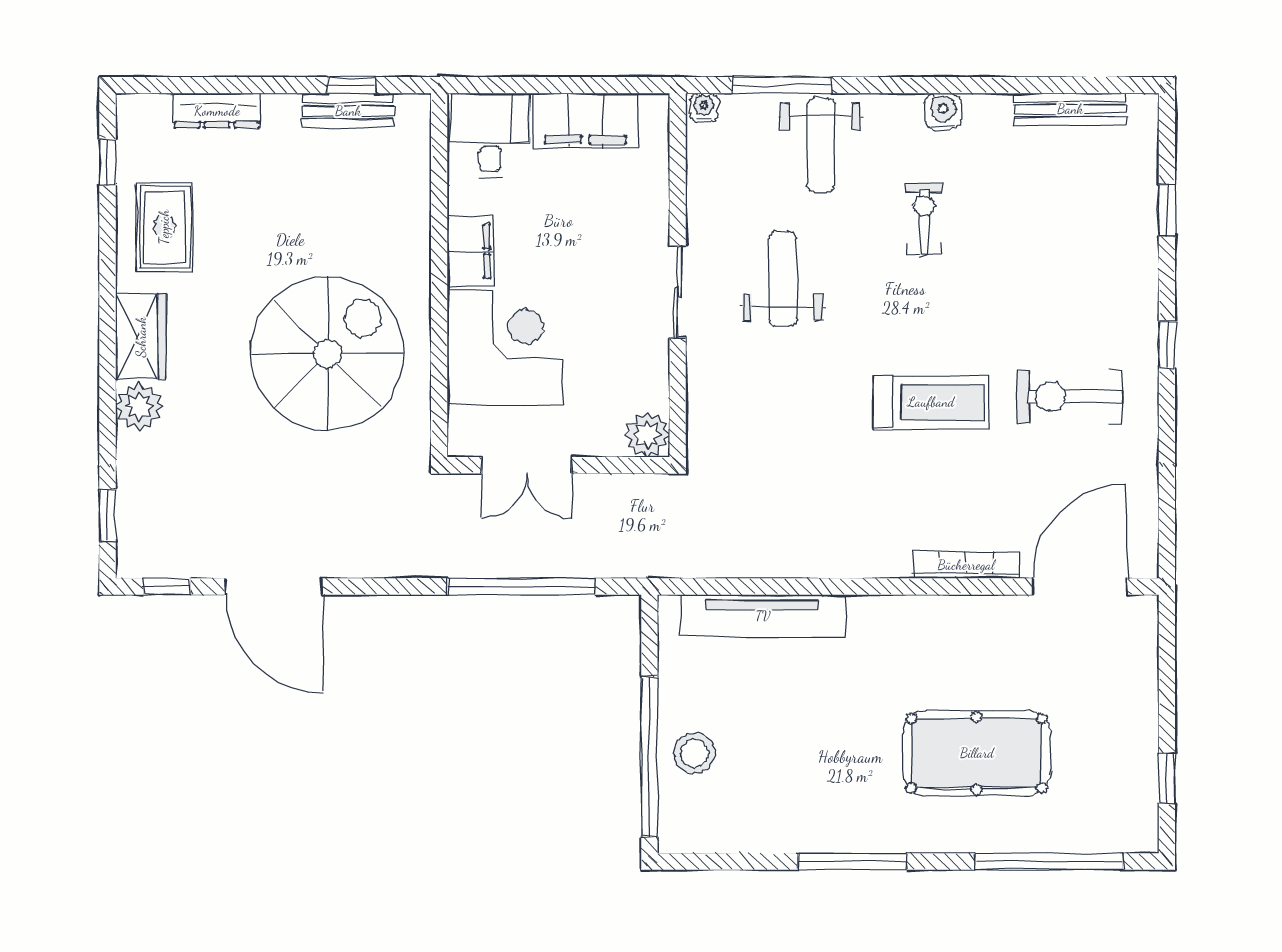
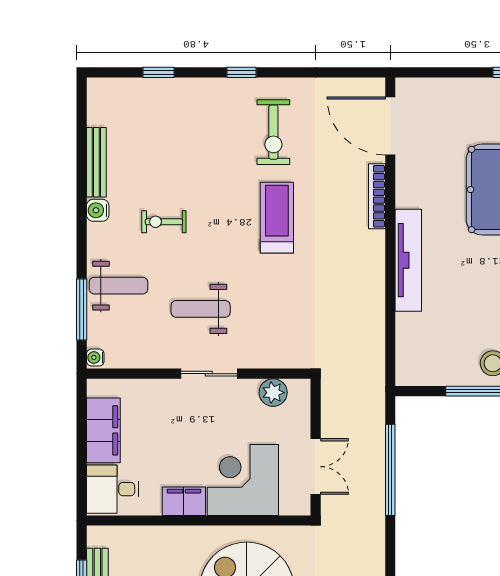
bench: (1070, 109) -> (96, 162), moved
plant: (647, 435) -> (273, 393), moved
tv unit: (763, 616) -> (408, 260), moved

